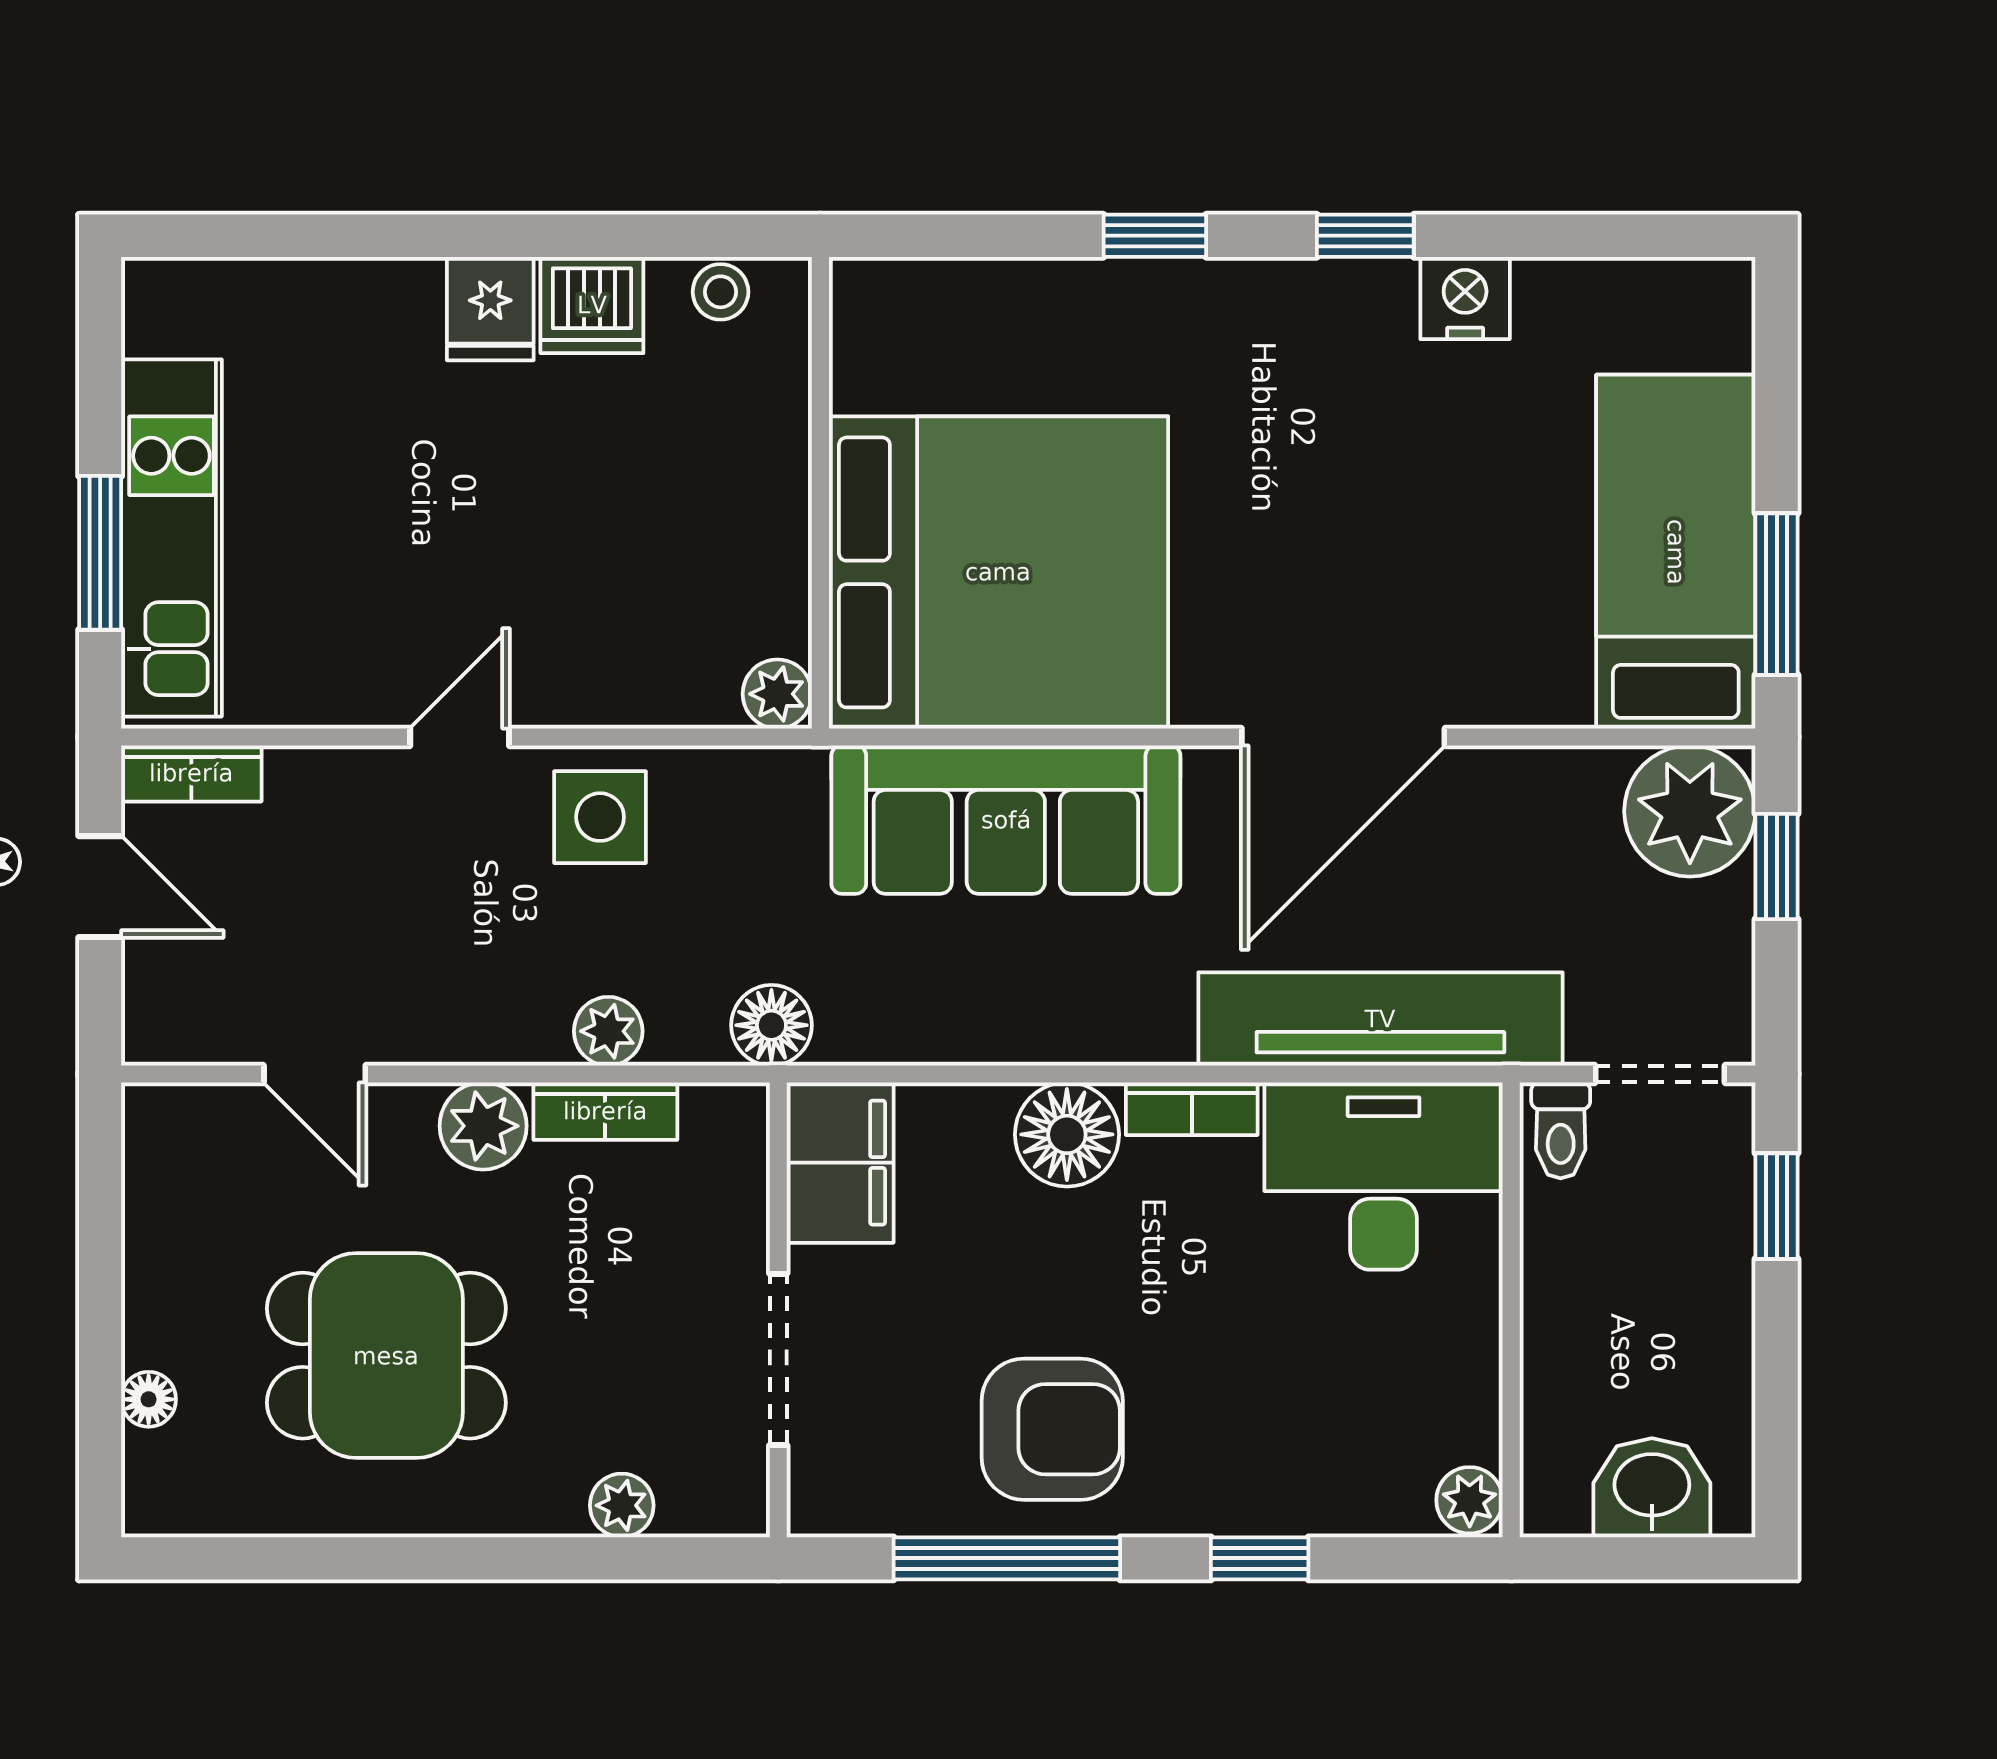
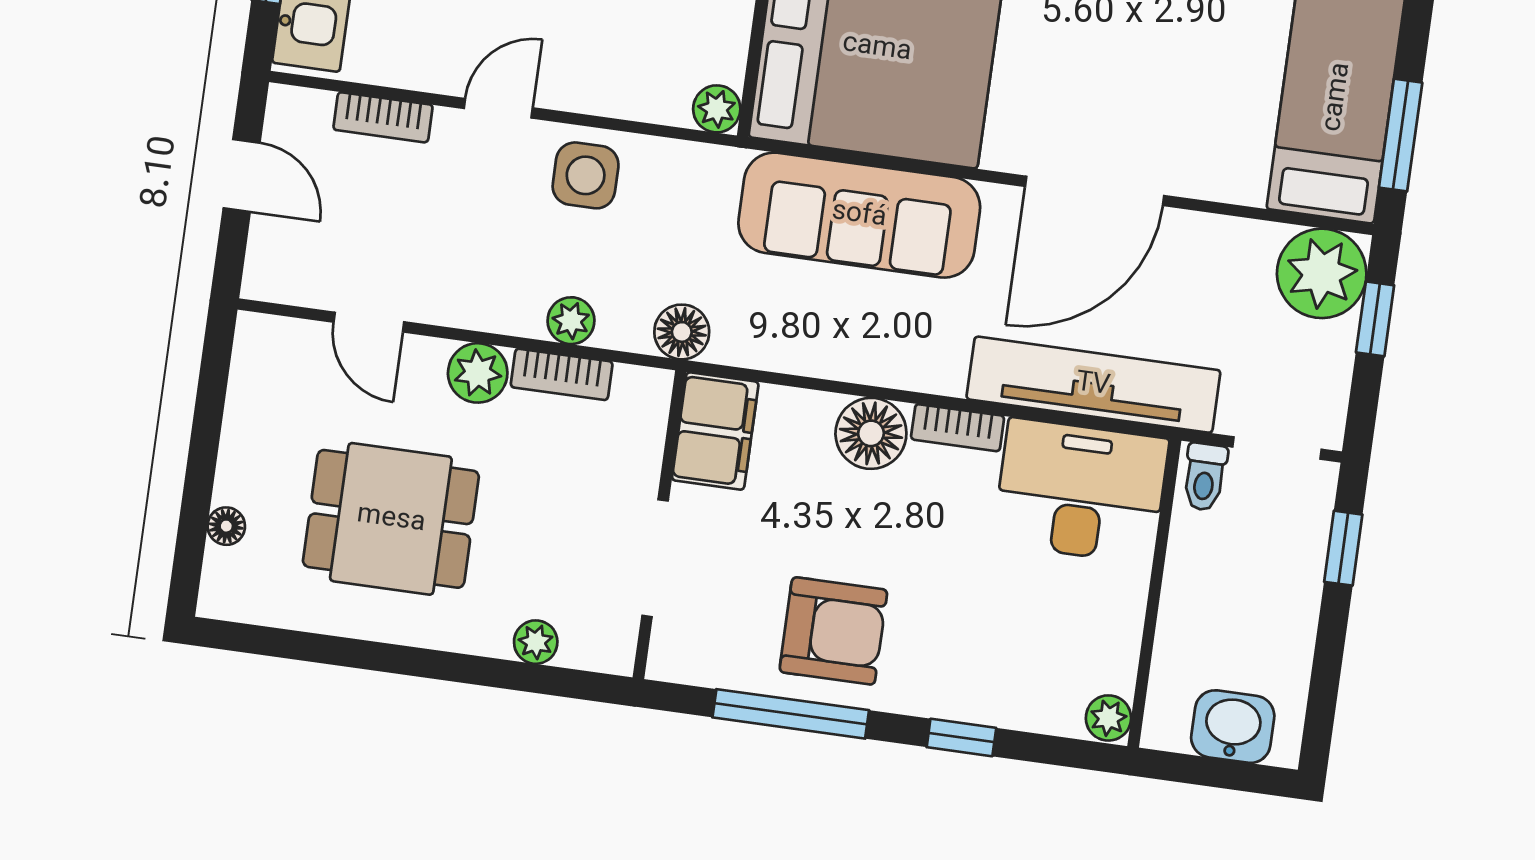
bookcase: (191, 773) -> (383, 117), moved

